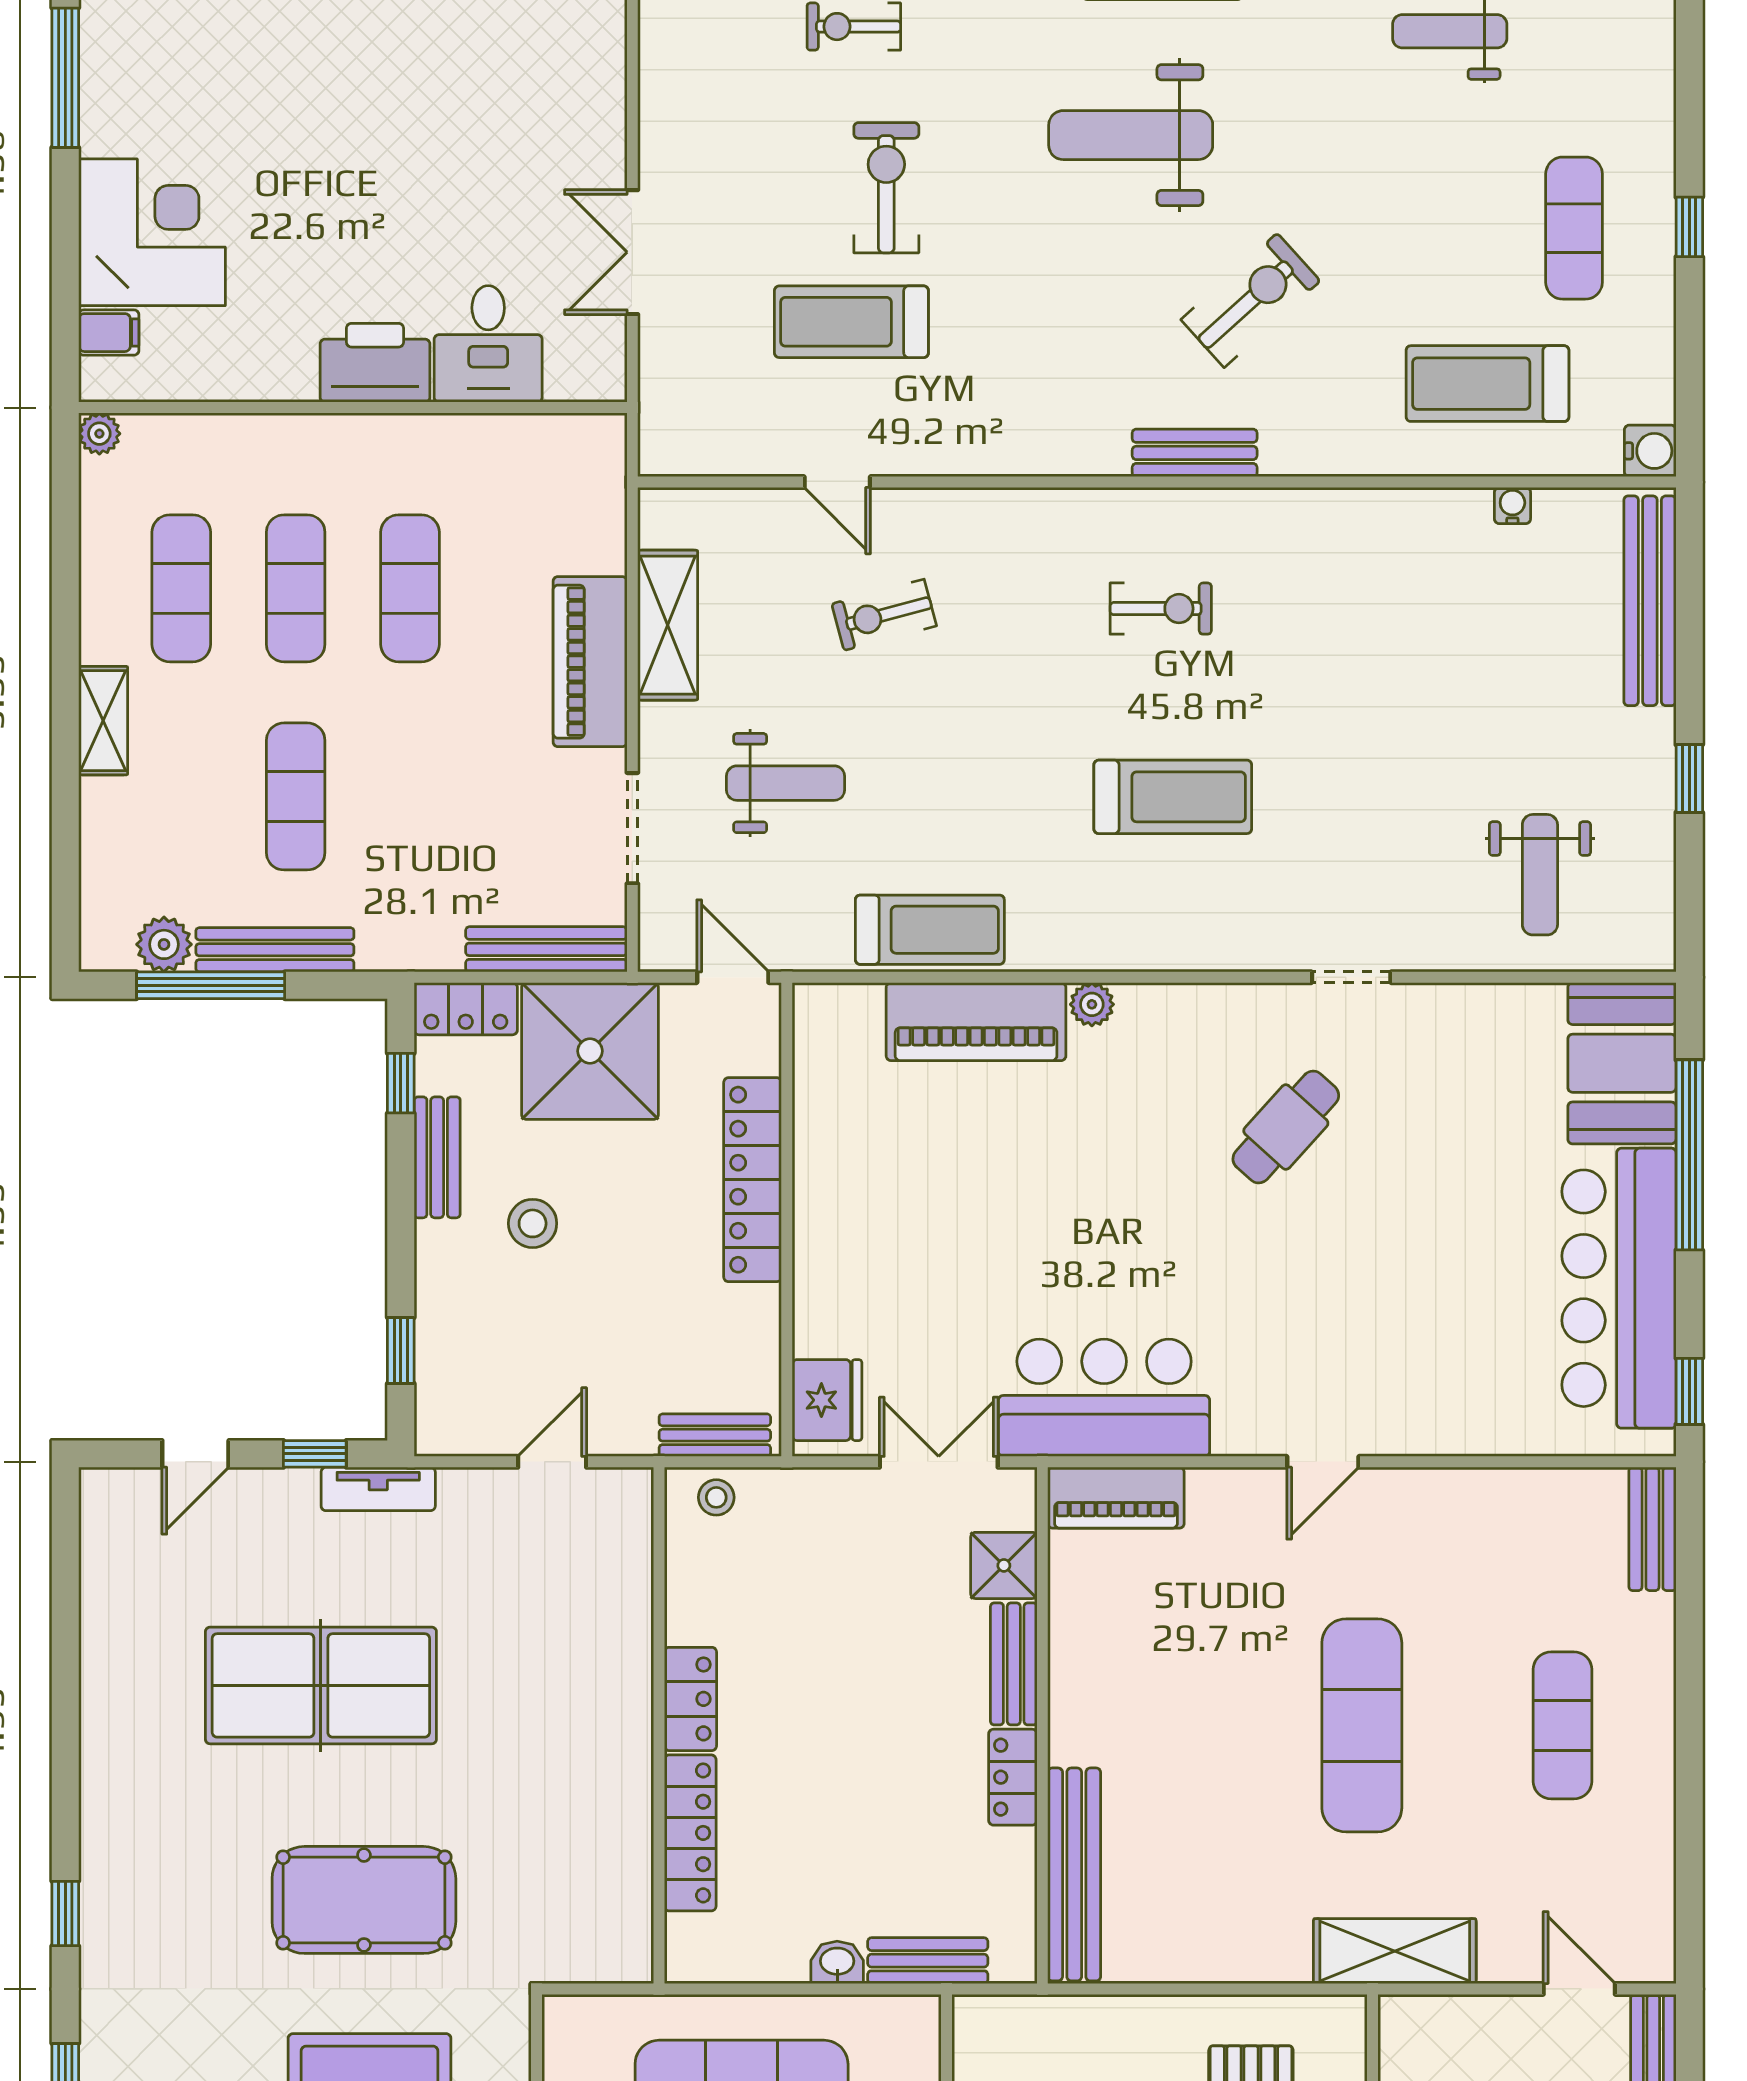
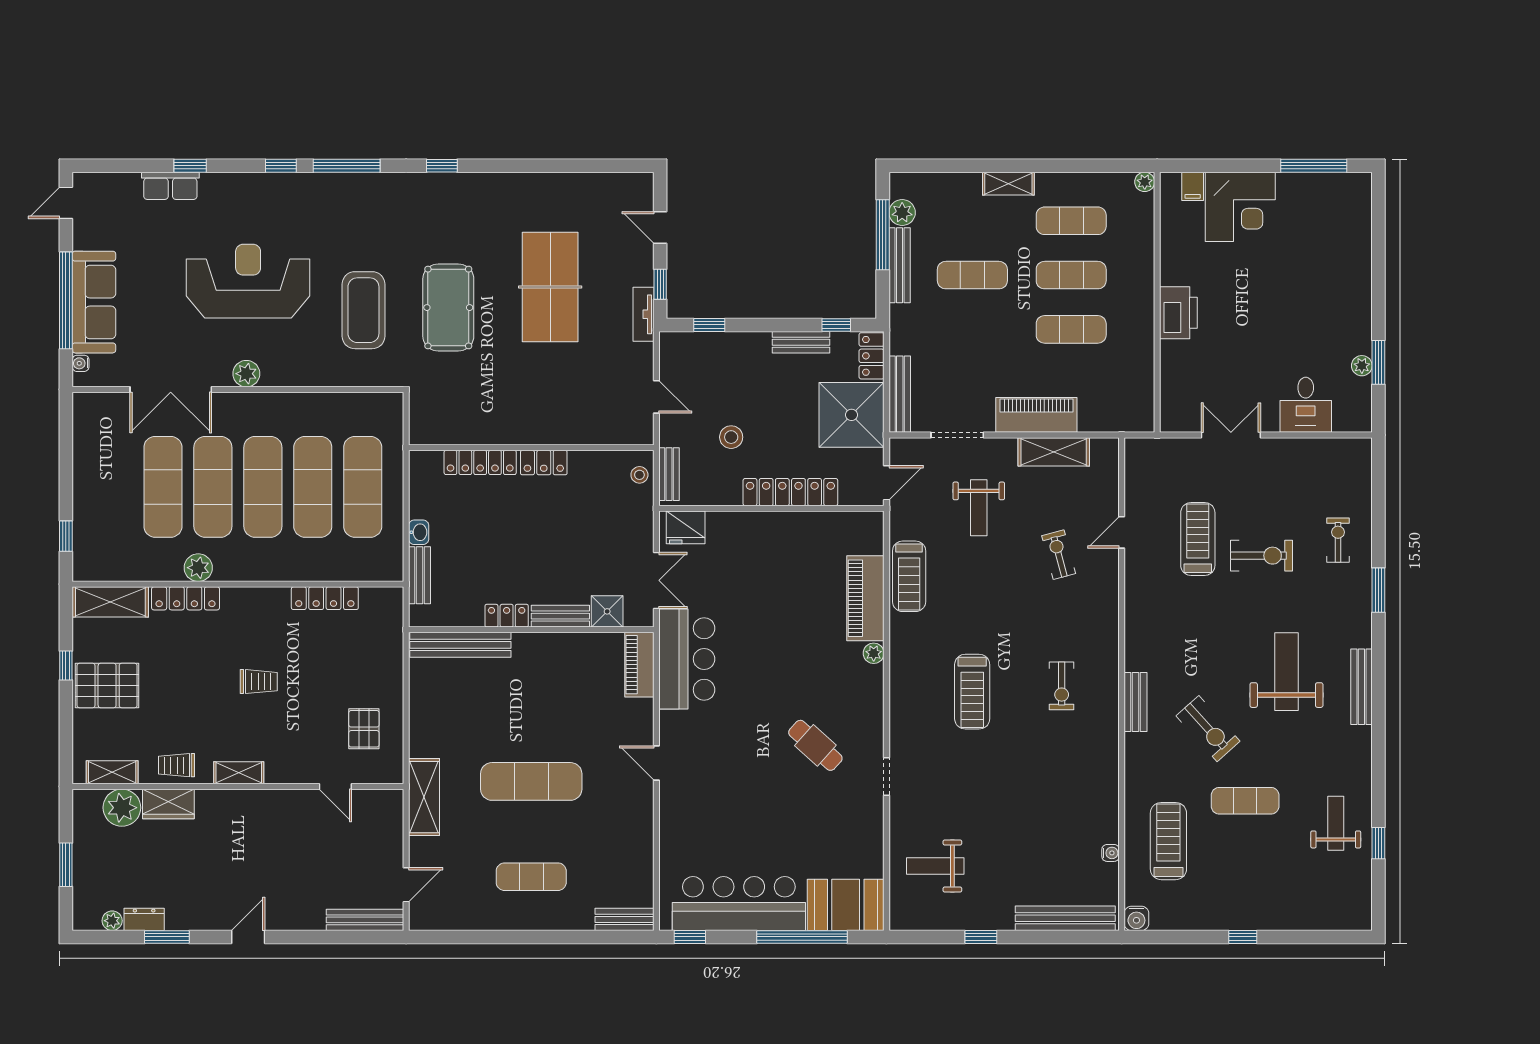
exercise mat: (1574, 228) -> (1245, 801), moved
desk: (488, 344) -> (1306, 405), moved, turned -90
stool: (533, 1223) -> (731, 437), moved

